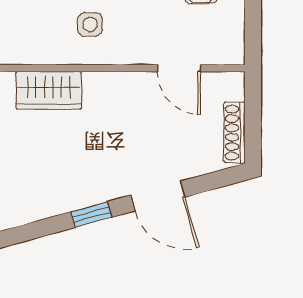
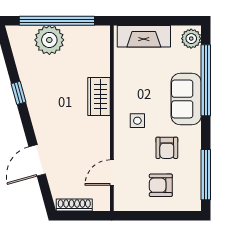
window: (91, 214) -> (19, 93), moved

